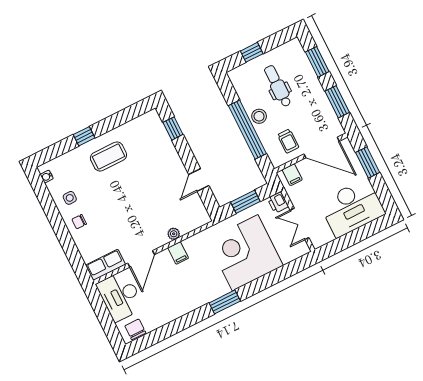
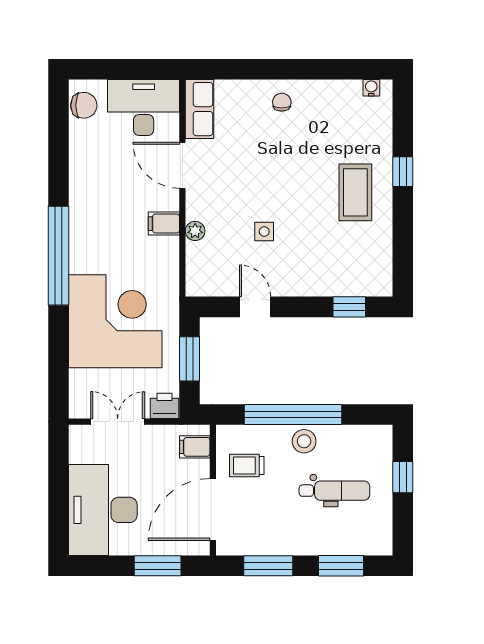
side table: (70, 198) -> (264, 231), moved
window: (225, 302) -> (58, 256), width x2.11

